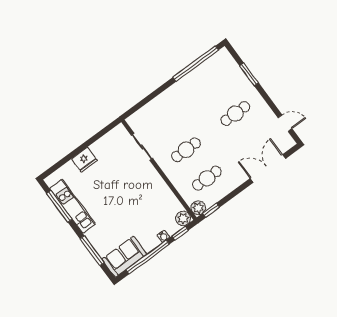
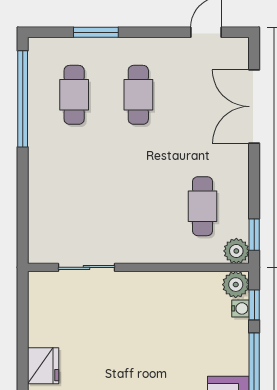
cafe table: (186, 150) -> (74, 95), moved
water cooler: (163, 236) -> (241, 308), moved

